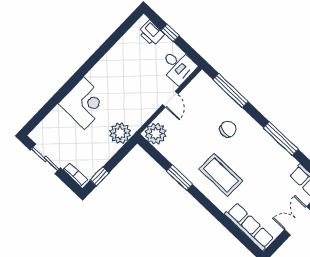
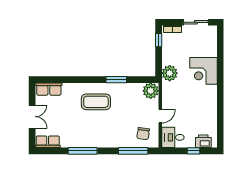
door: (170, 99) -> (160, 116), swing flipped
chair: (228, 129) -> (143, 134), moved
row of seats: (249, 226) -> (49, 89), width x0.68

